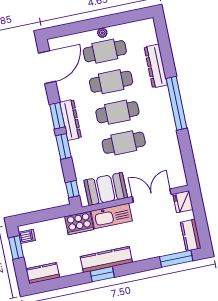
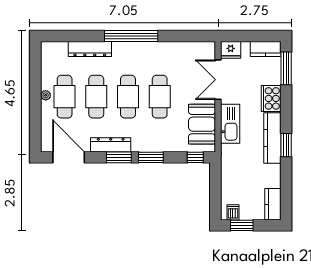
dresser: (71, 120) -> (111, 145), moved
cooker: (79, 223) -> (271, 98), moved, turned 180

